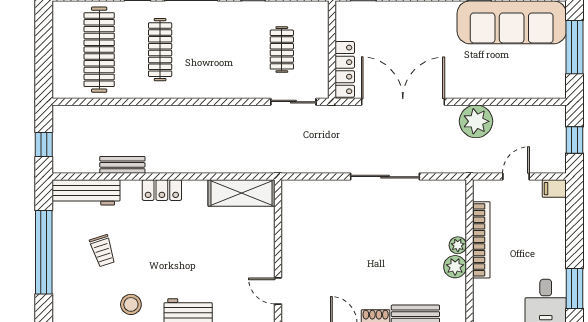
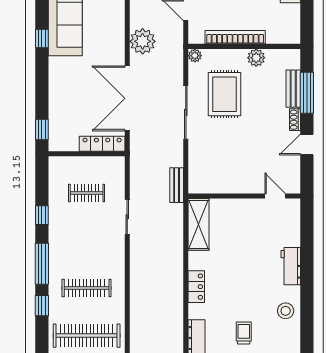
sliding door: (293, 102) -> (127, 217), moved
bench: (122, 165) -> (177, 185), moved
rug: (408, 226) -> (225, 94), added
plant: (458, 245) -> (195, 56), moved
trolley: (103, 251) -> (244, 333), turned -72
door: (278, 291) -> (275, 196), swing flipped

